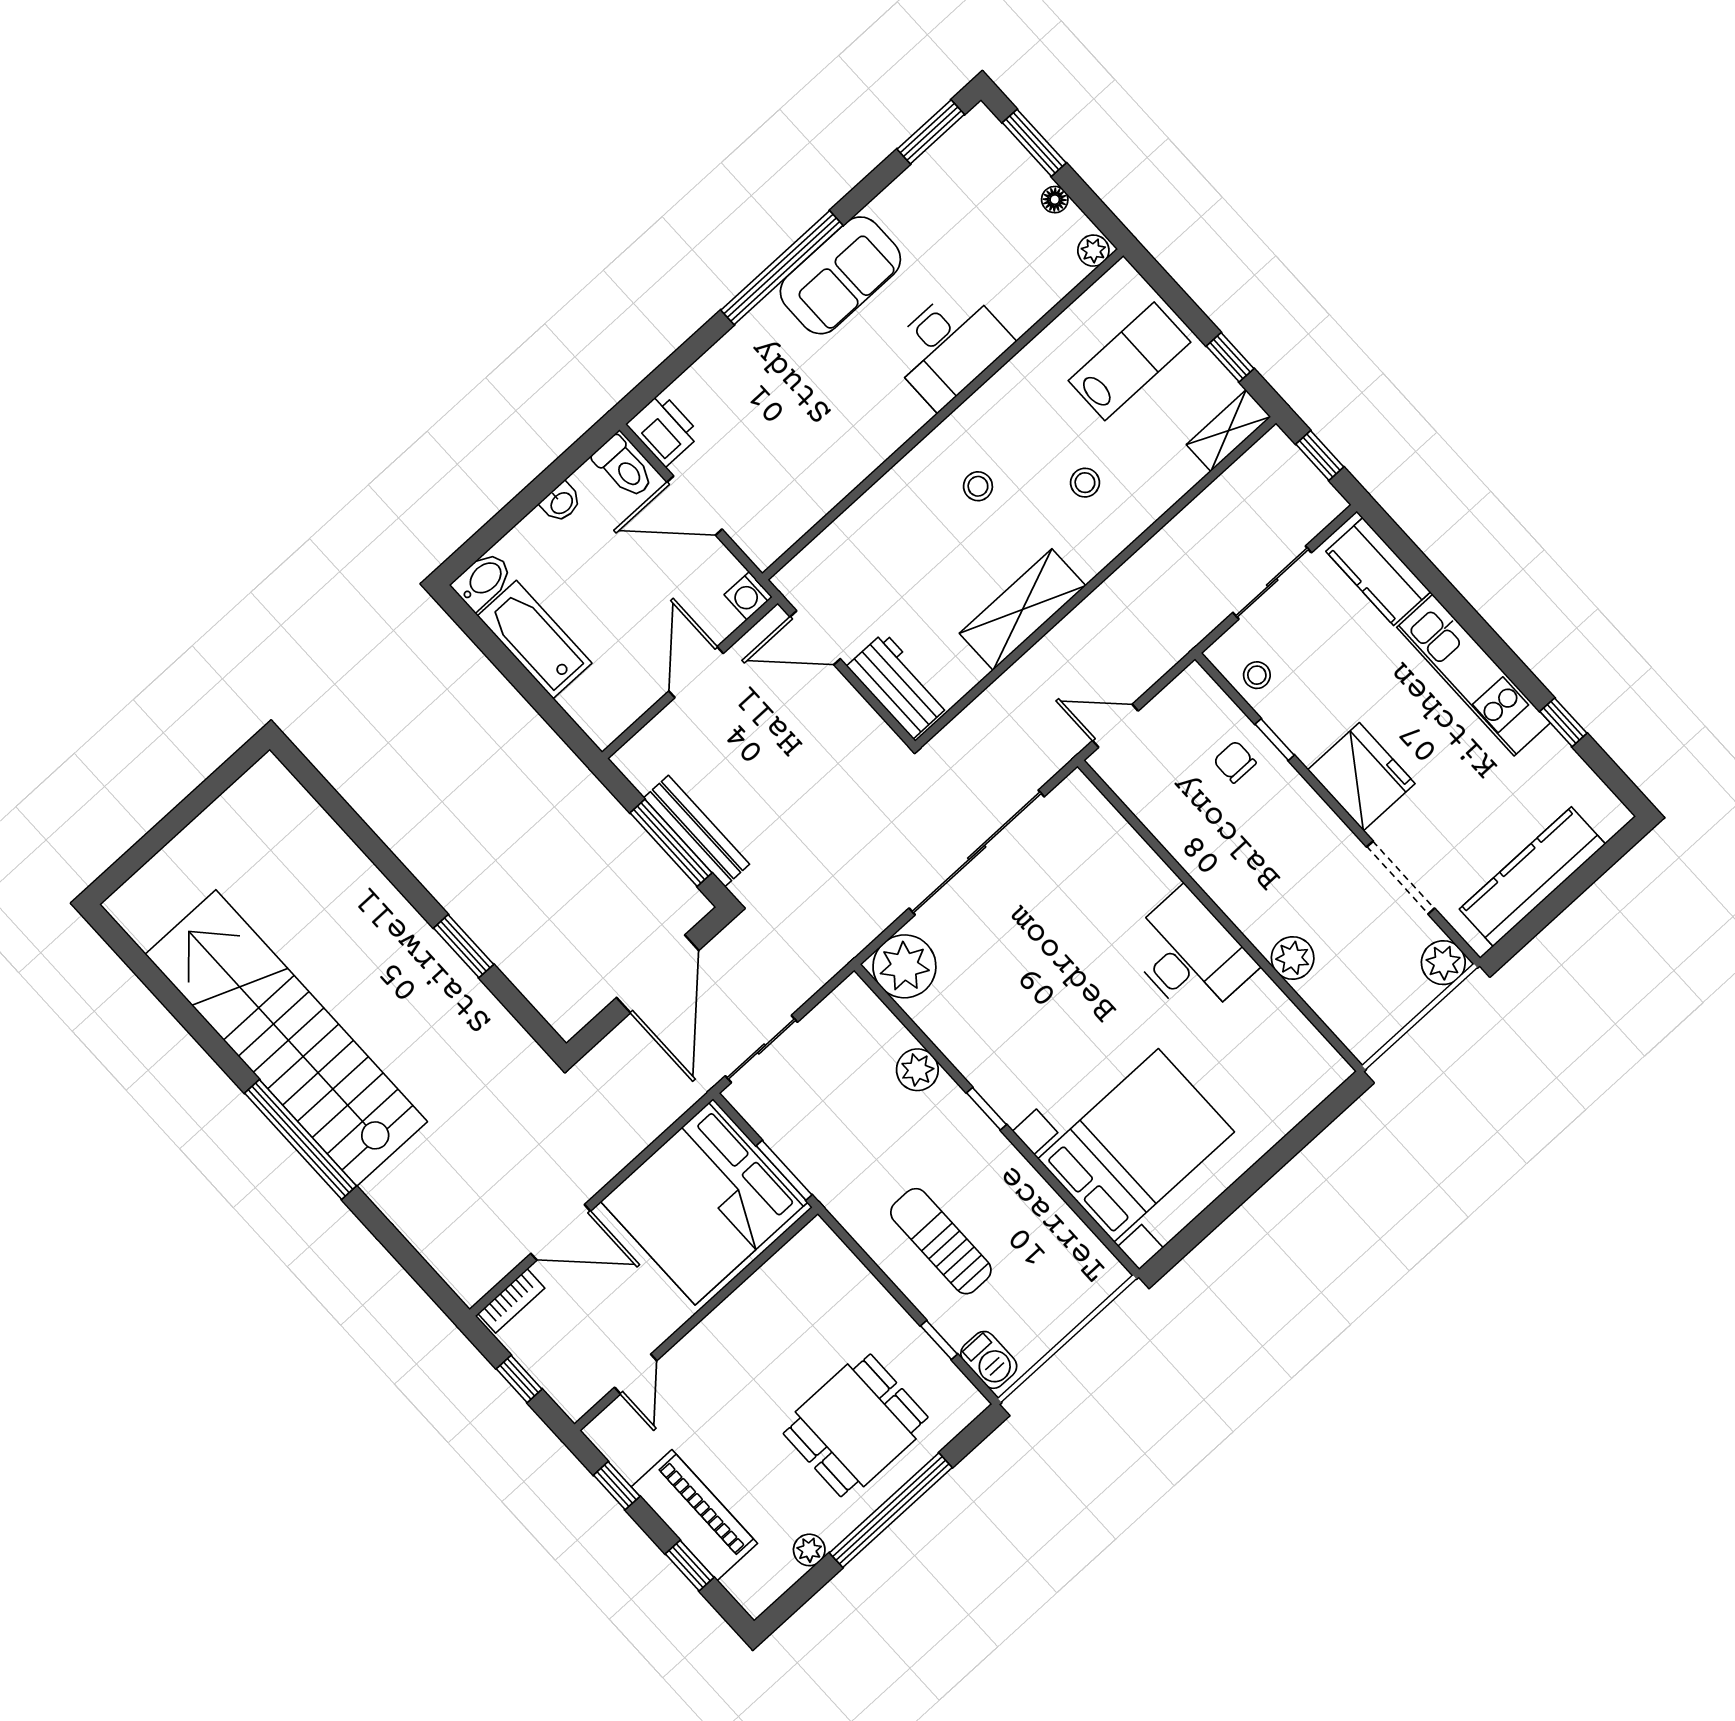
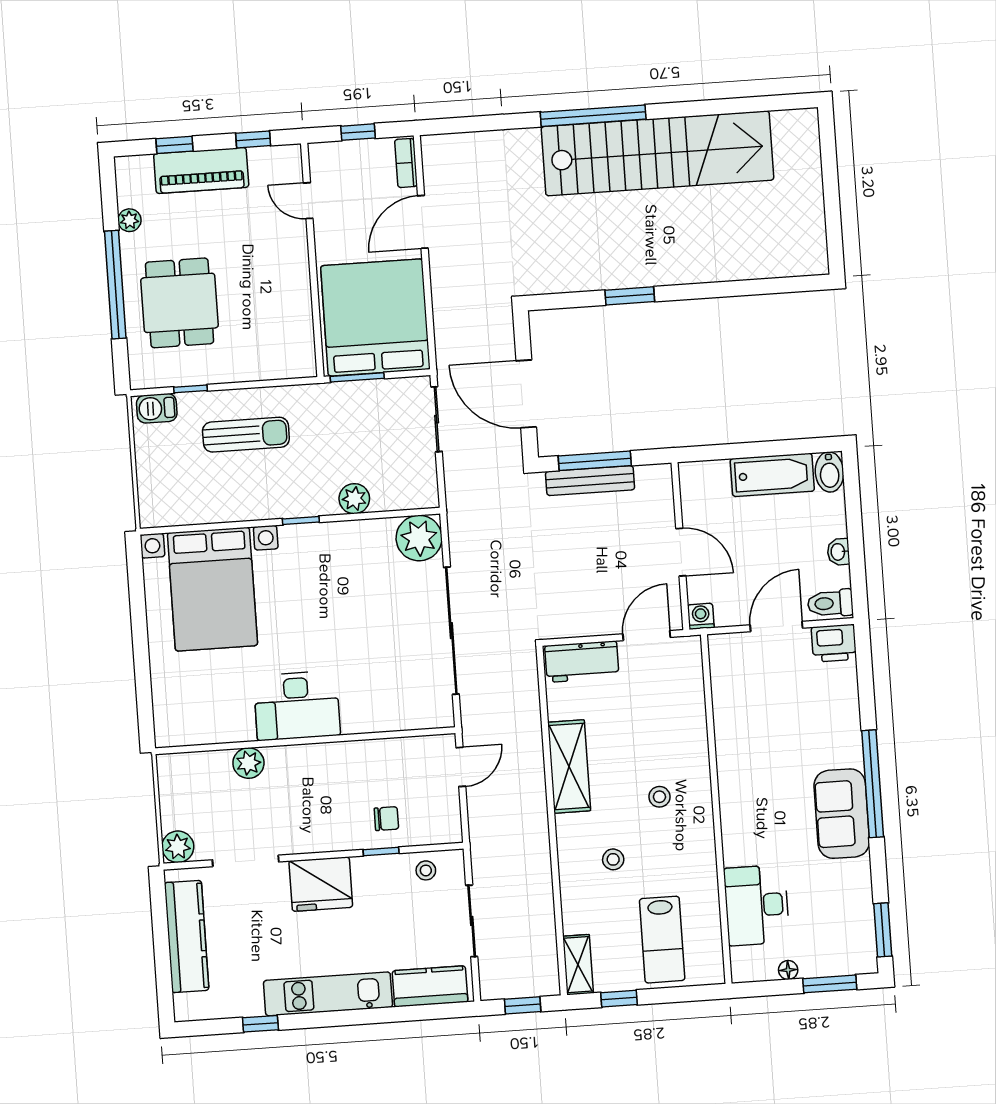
plant: (1093, 251) -> (742, 969), removed
desk: (949, 347) -> (757, 905), moved

